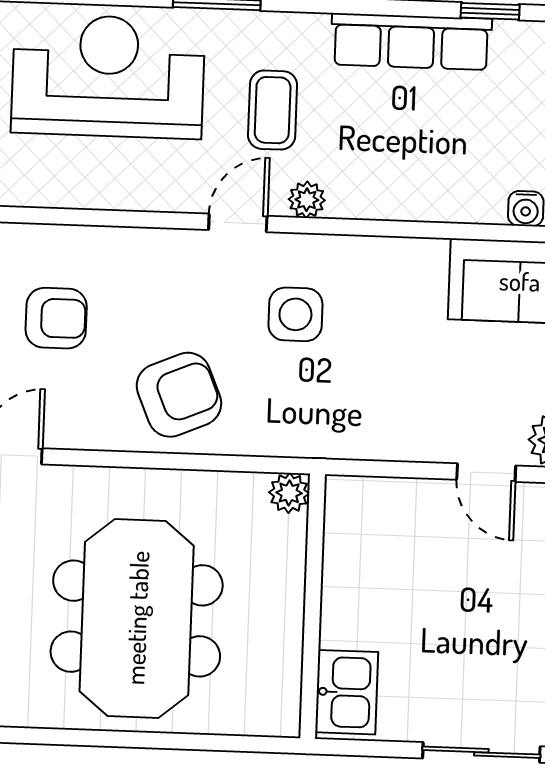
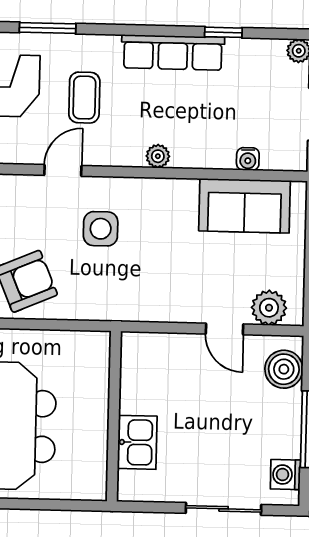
plant: (307, 200) -> (158, 156), moved
plant: (289, 493) -> (98, 344), removed
kitchen sink: (347, 692) -> (137, 442), moved

